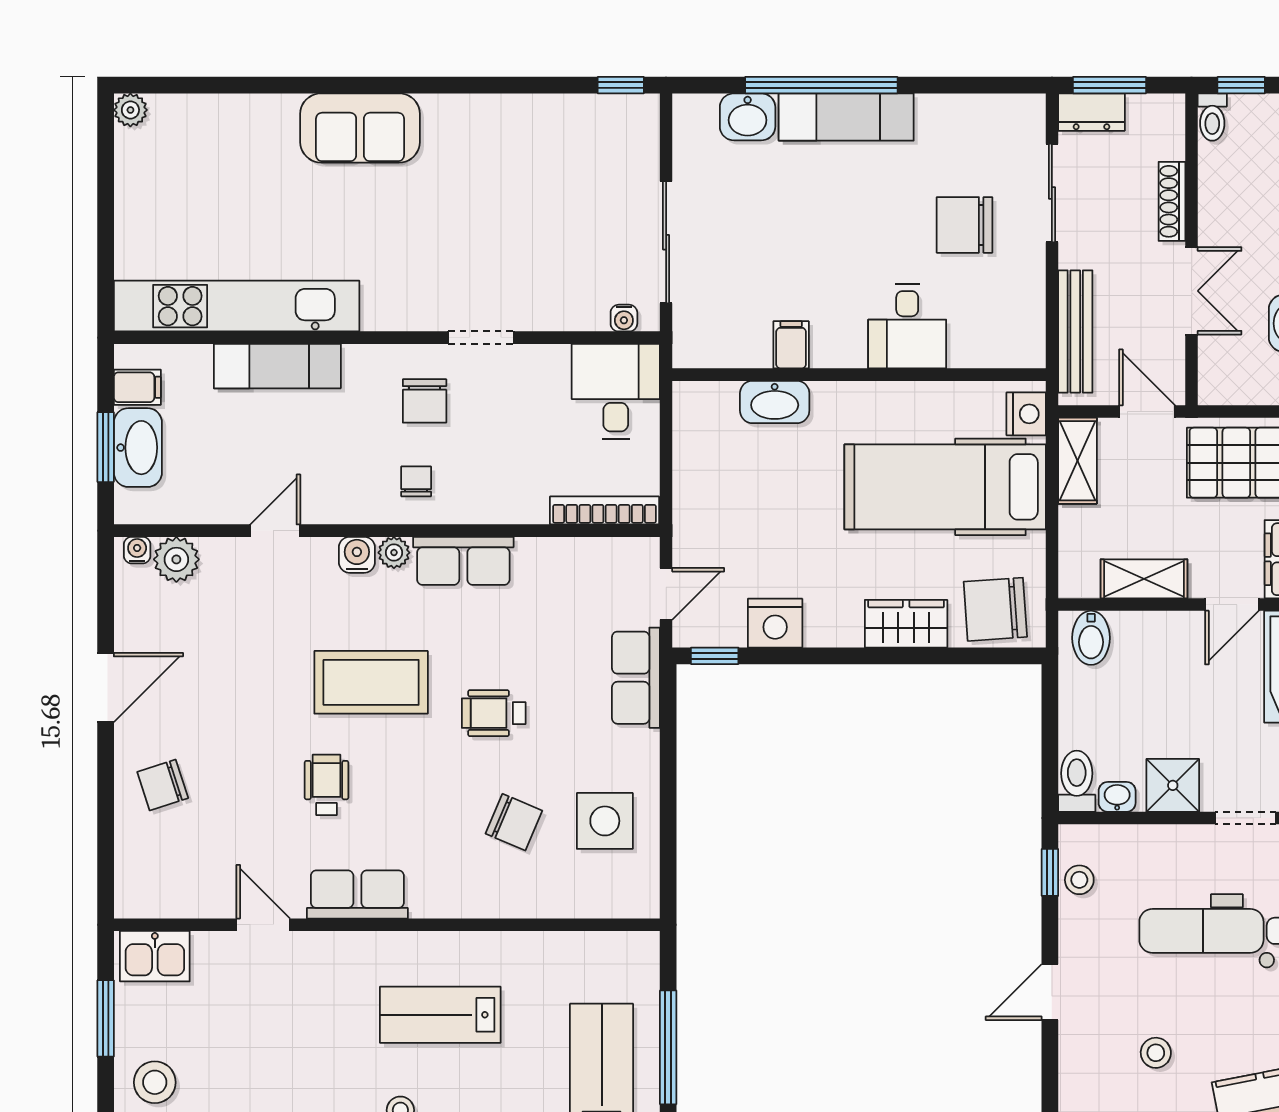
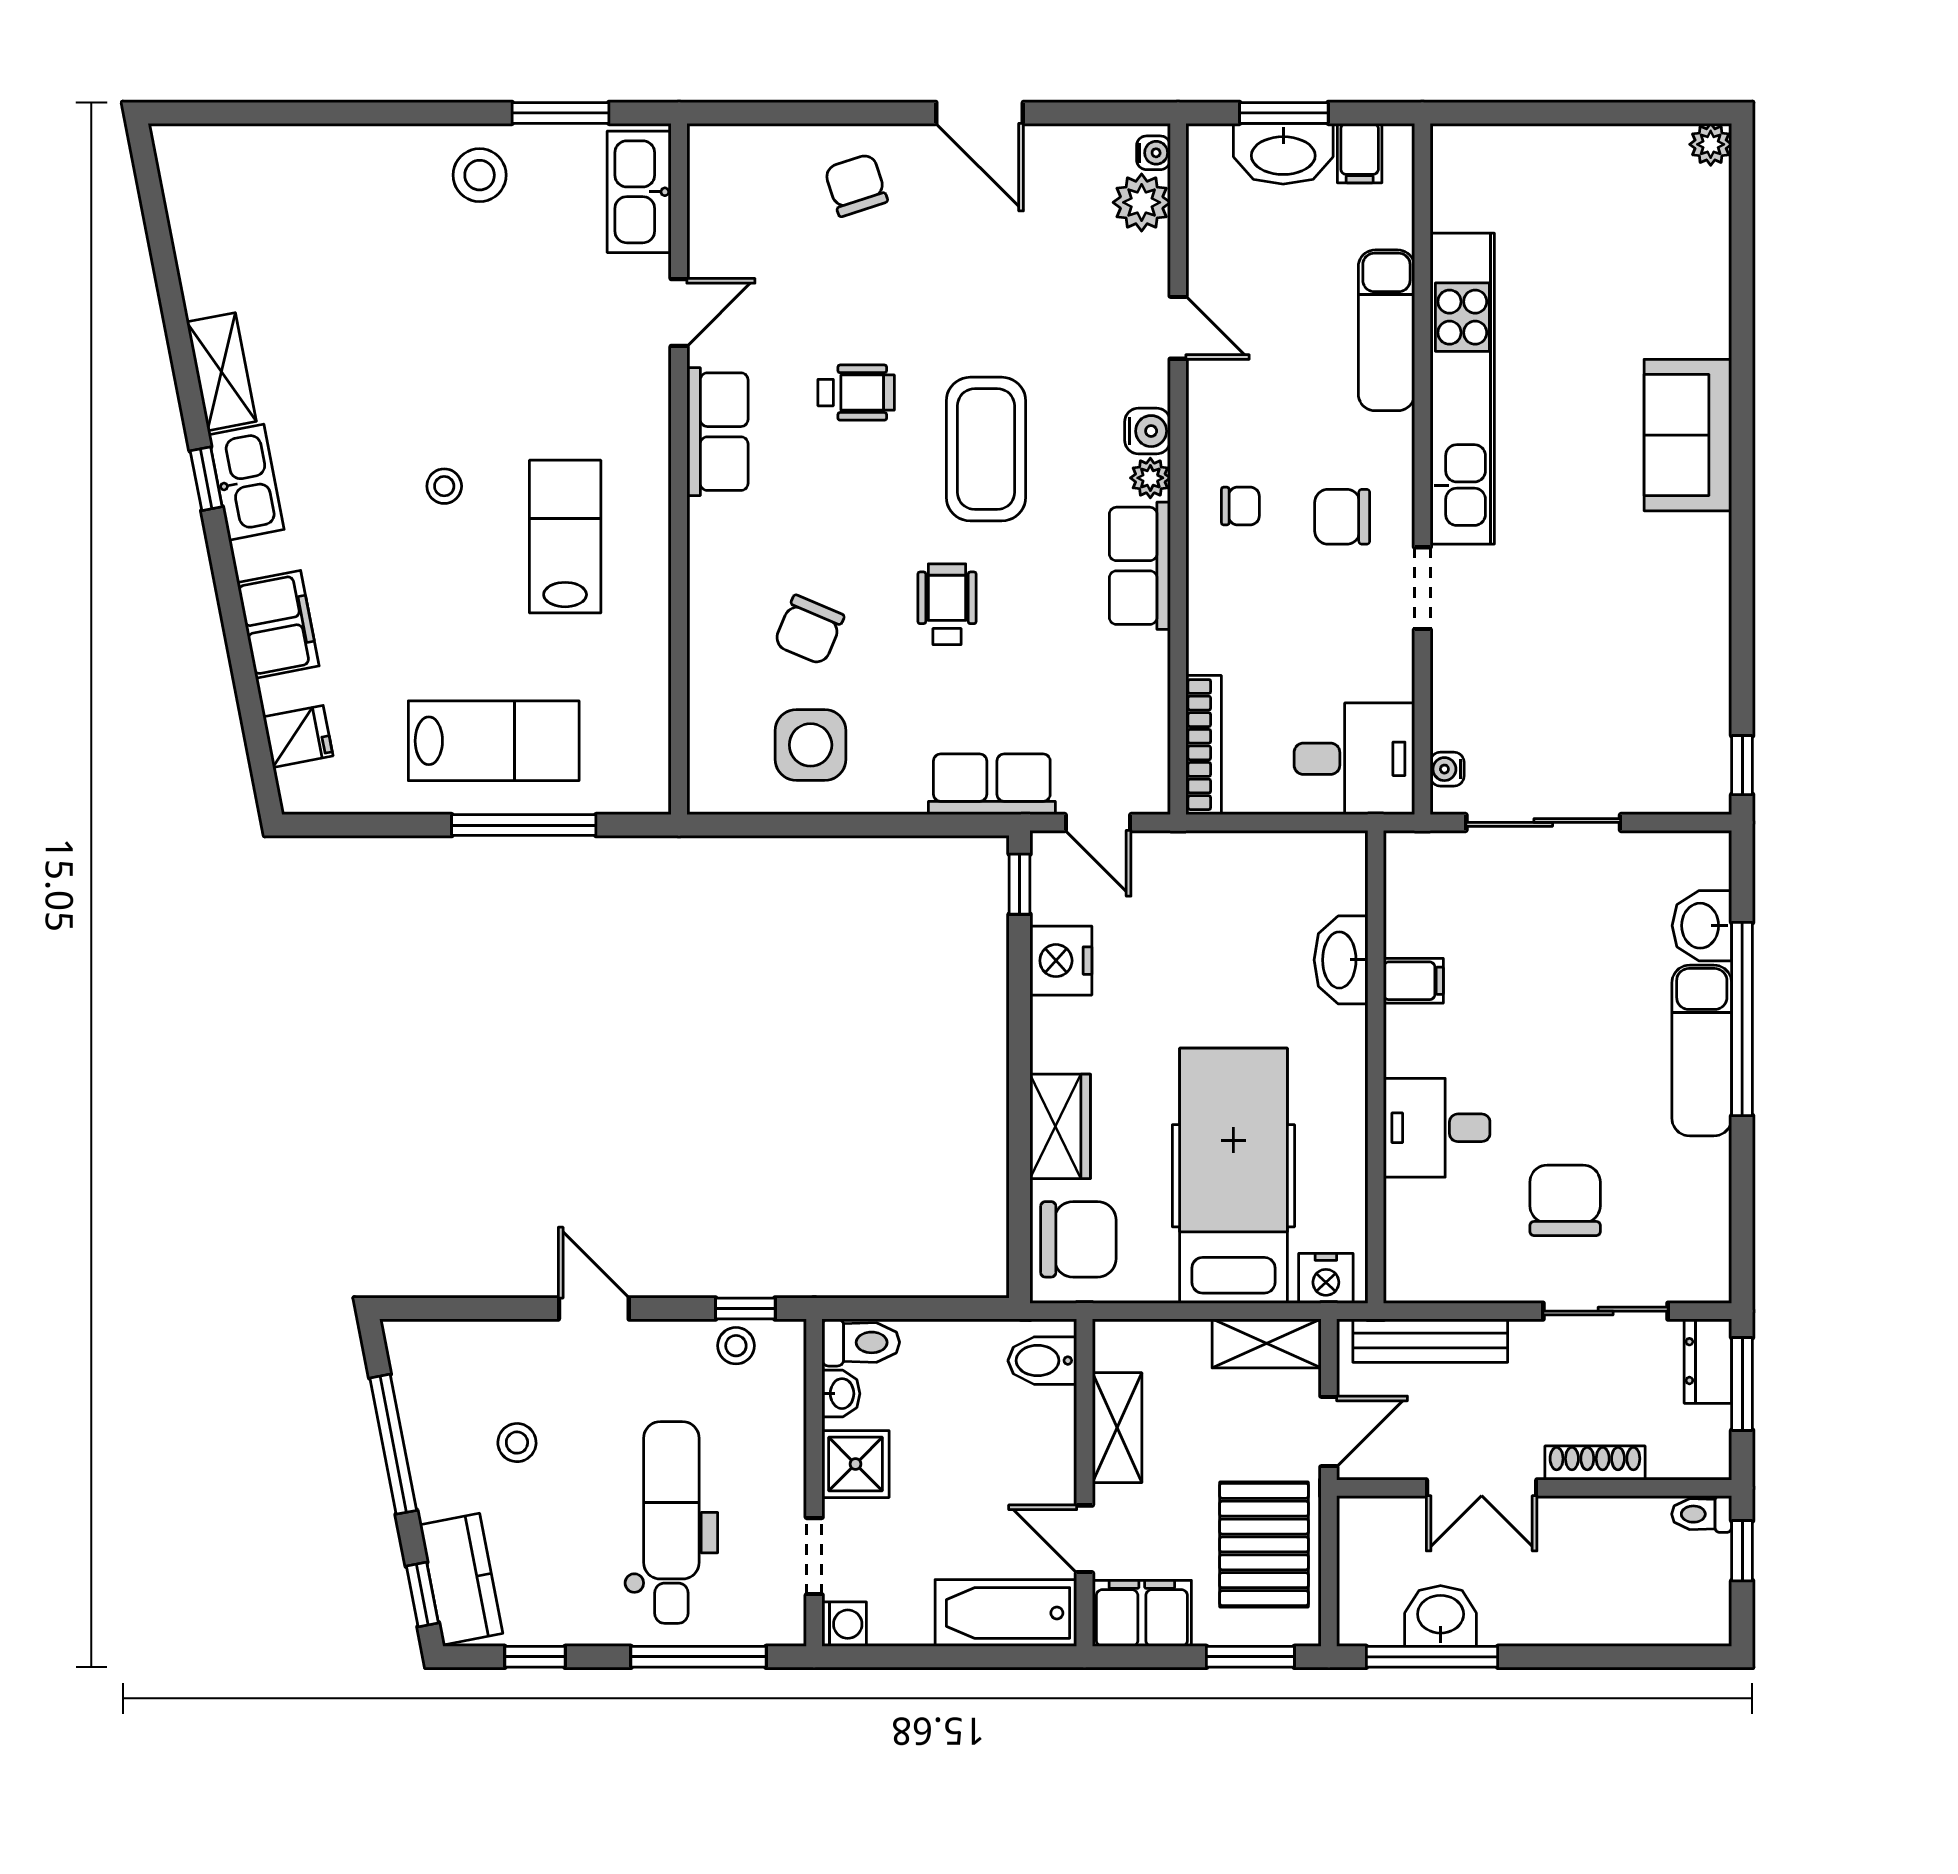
kitchen unit: (237, 306) -> (1462, 389), moved
chair: (995, 609) -> (1078, 1239), turned 94
kitchen sink: (155, 956) -> (639, 192), width x1.38

